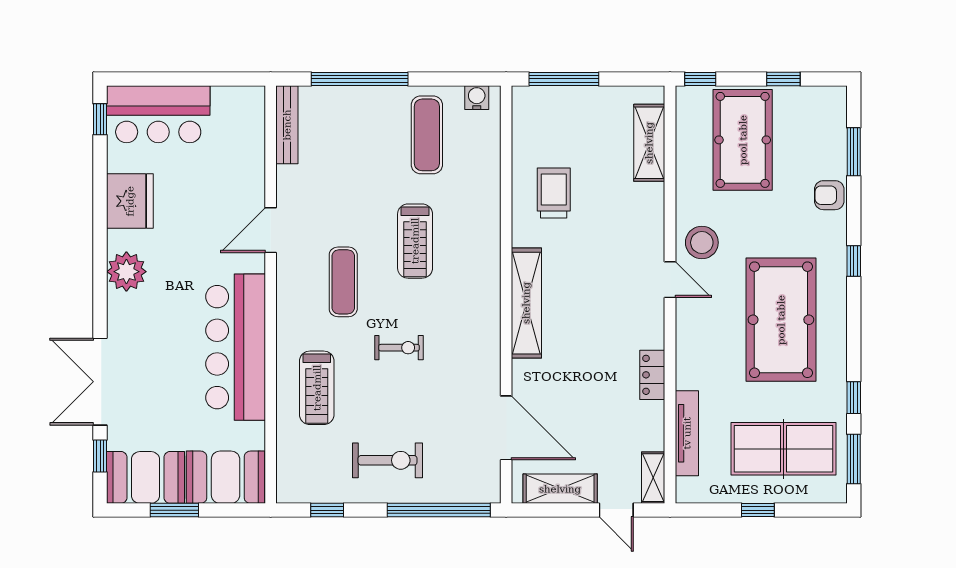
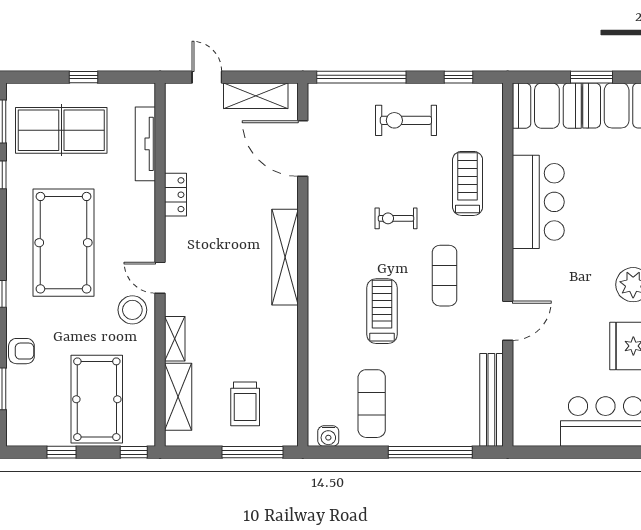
bench: (287, 125) -> (491, 400), width x1.37, depth x1.21
trolley: (554, 193) -> (245, 404), moved
bar counter: (236, 347) -> (538, 202), width x0.73
shelving: (653, 478) -> (175, 339), moved

